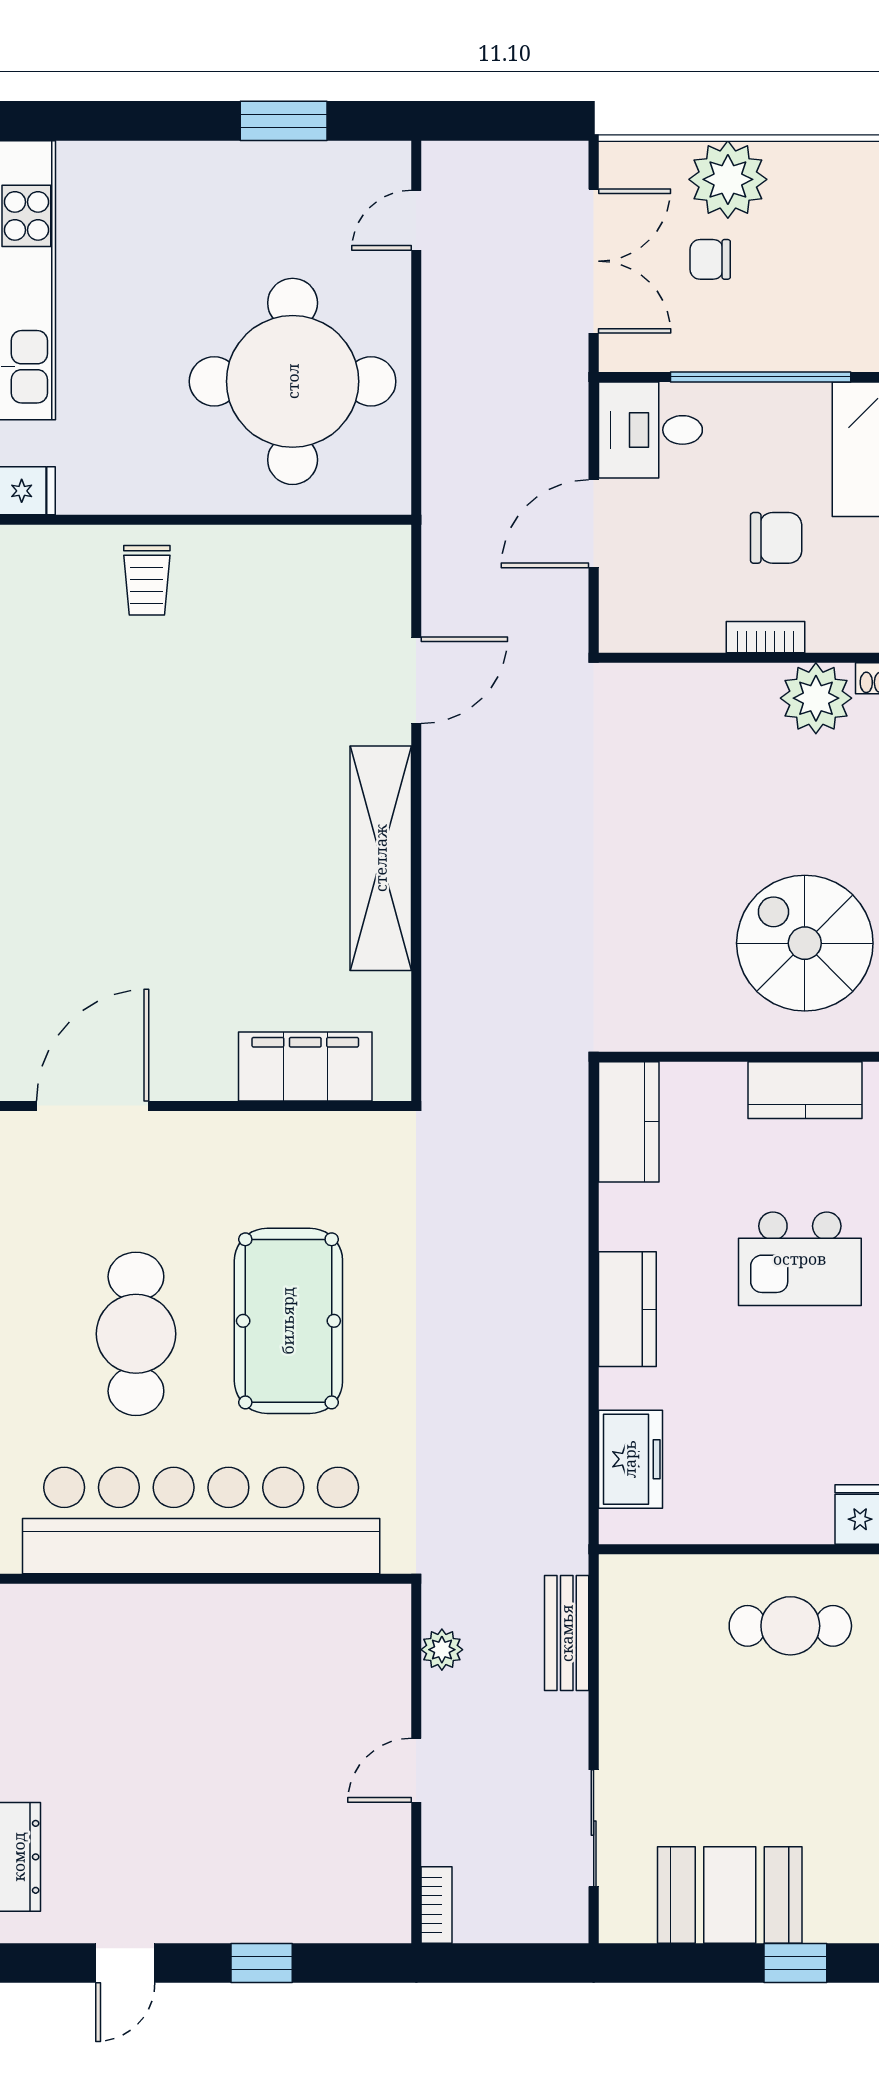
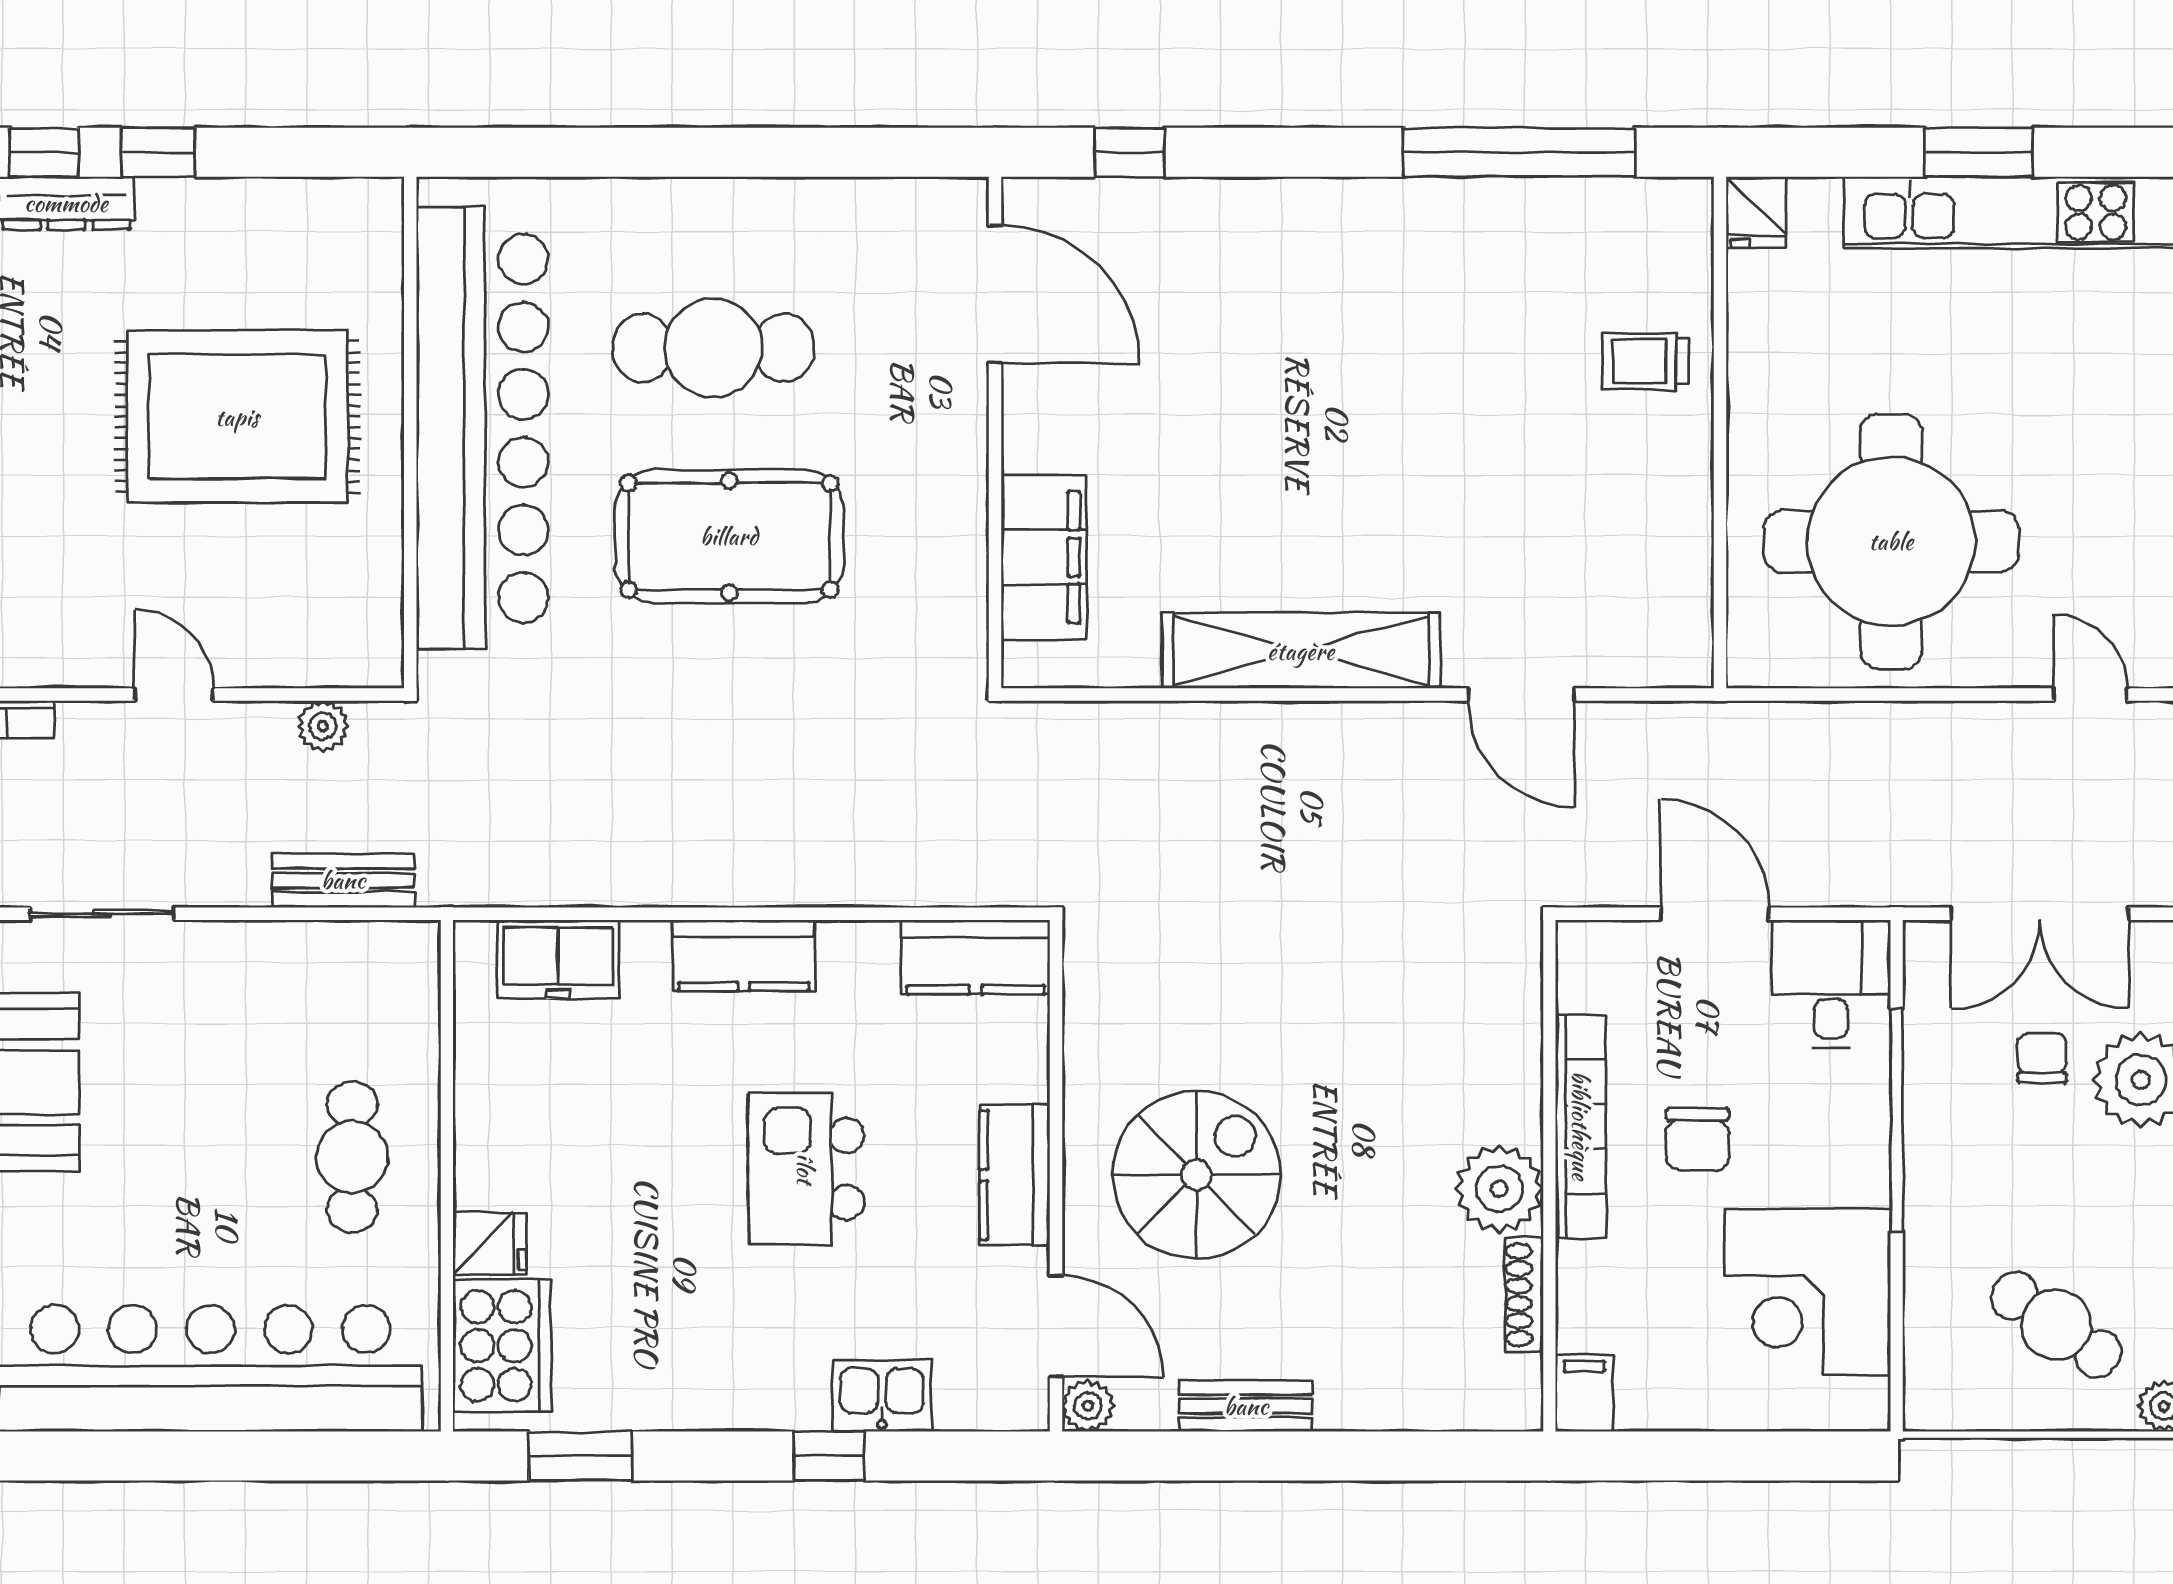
bookcase: (765, 637) -> (1581, 1126), width x2.31, depth x1.31
rug: (192, 1719) -> (237, 417), added

